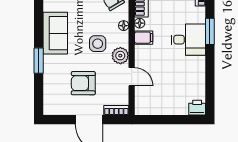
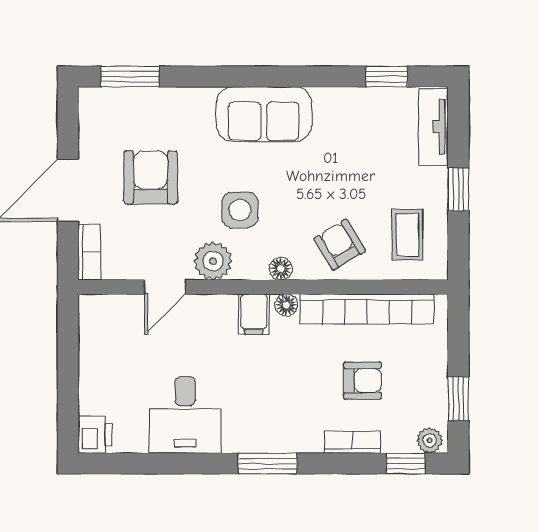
desk: (188, 40) -> (185, 415), moved
window: (39, 61) -> (130, 76), moved

